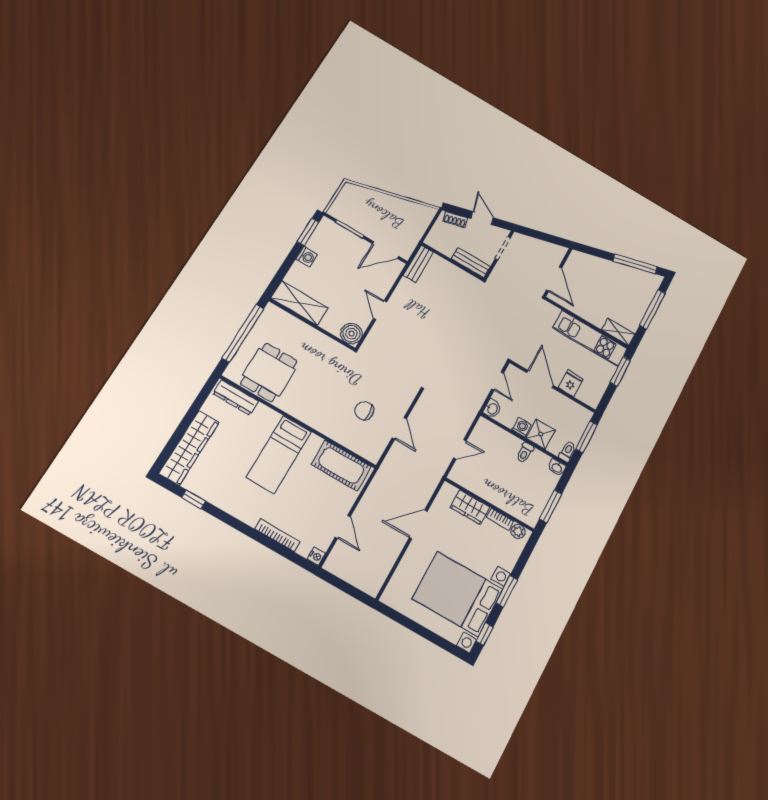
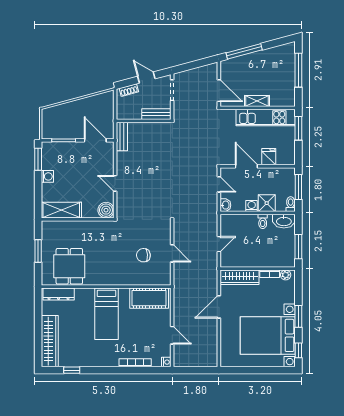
door: (386, 250) -> (95, 140), swing flipped
window: (635, 264) -> (244, 51), moved
shelving: (618, 332) -> (257, 101), moved
window: (243, 333) -> (38, 251), width x0.47
washbasin: (557, 468) -> (284, 221), width x1.91, depth x1.45
wardrobe: (470, 507) -> (240, 277), width x1.50

